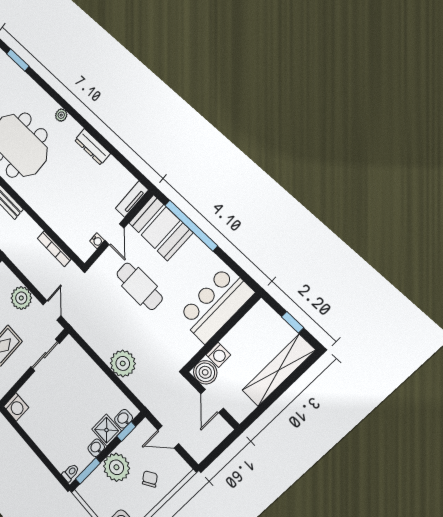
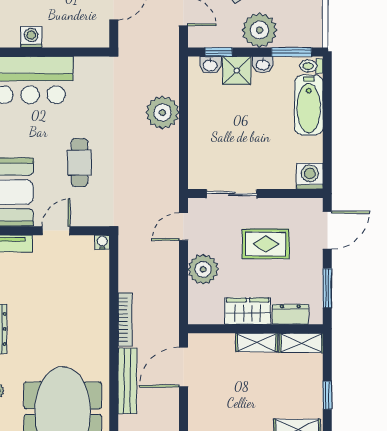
water cooler: (97, 241) -> (102, 242), moved
bookcase: (54, 249) -> (125, 320), moved
cafe table: (139, 286) -> (79, 163), width x0.73, depth x0.74
washing machine: (218, 355) -> (31, 37), moved
boiler: (205, 372) -> (96, 34), removed
bathtub: (52, 448) -> (309, 105), added

